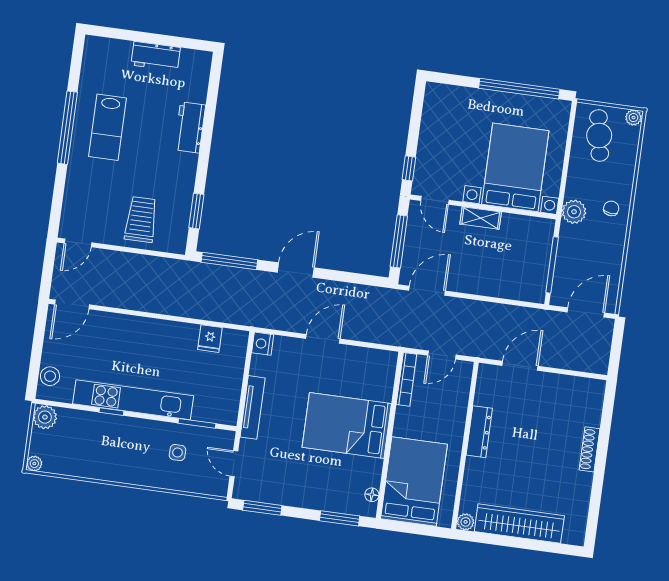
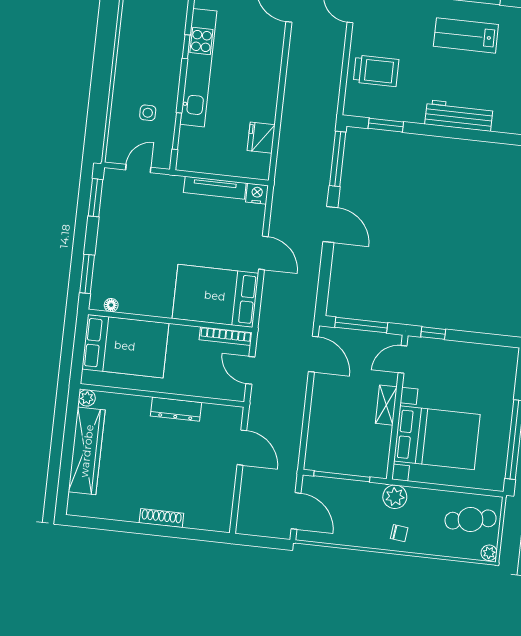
workbench: (190, 127) -> (459, 116), width x1.38
fridge: (210, 339) -> (261, 138), width x1.38
tv unit: (253, 407) -> (215, 188), moved
bed: (347, 425) -> (215, 296), moved, turned -90

